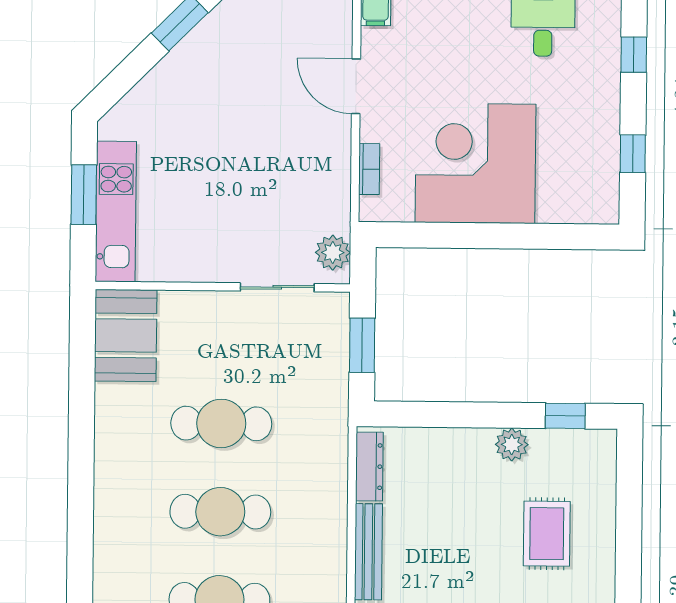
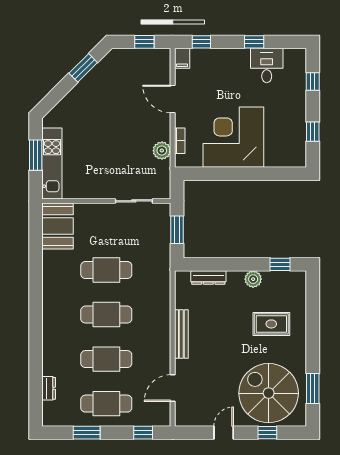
plant: (333, 253) -> (162, 151), moved
dresser: (369, 467) -> (208, 278), moved, turned 90
rug: (547, 534) -> (271, 324), turned 90

